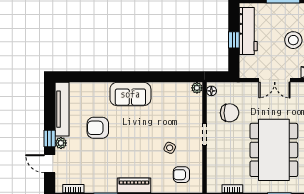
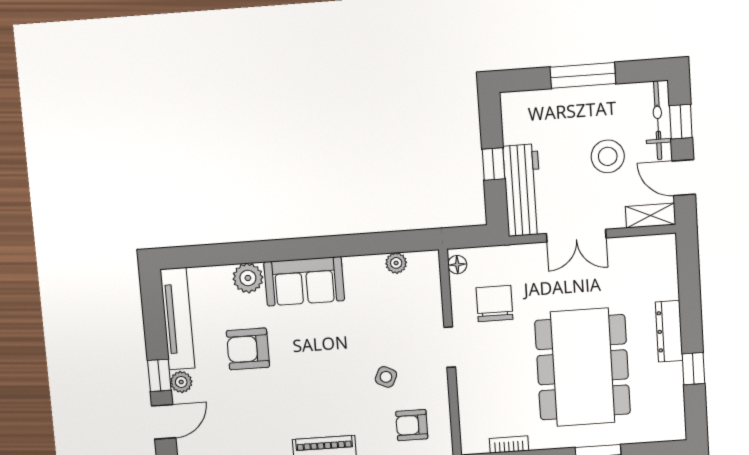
workbench: (248, 31) -> (523, 190), moved
plant: (197, 88) -> (396, 263), moved
plant: (101, 90) -> (248, 278), added
chair: (230, 113) -> (494, 304), turned -90
door: (50, 164) -> (164, 422), swing flipped

